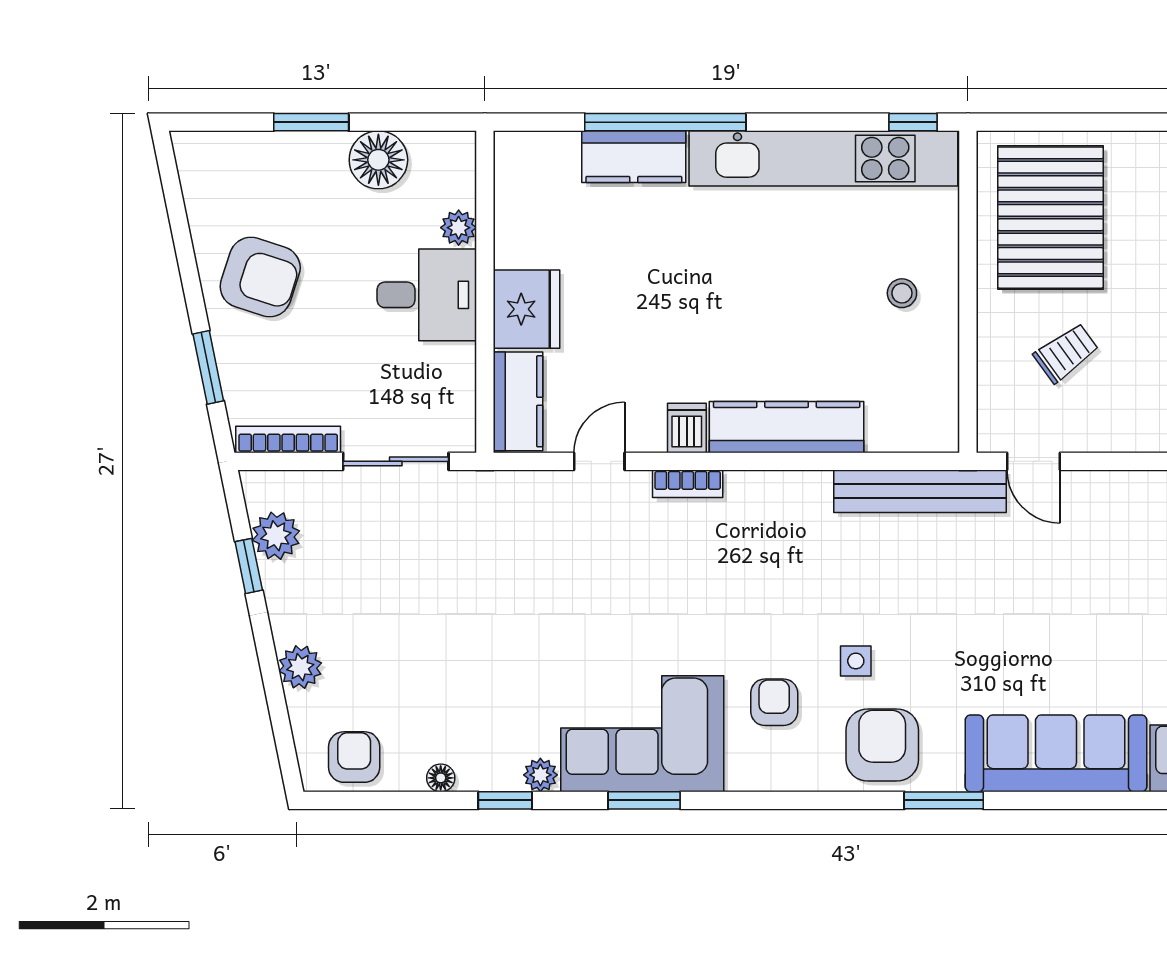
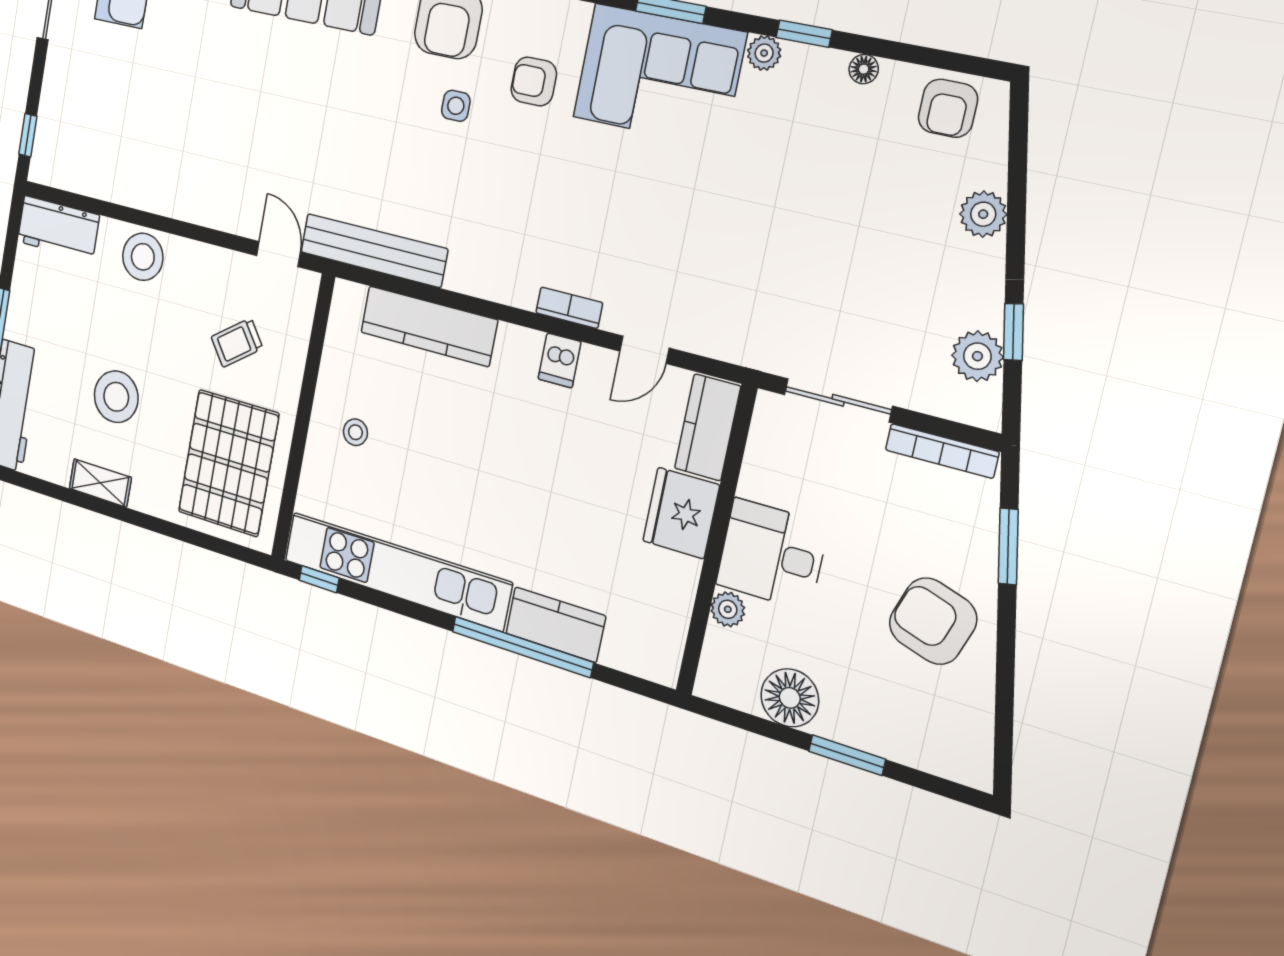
kitchen counter: (787, 427) -> (429, 326), moved
armchair: (774, 702) -> (534, 82), turned 90

